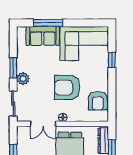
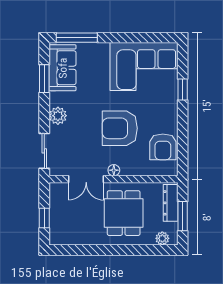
window: (48, 23) -> (77, 38), moved
sofa: (43, 36) -> (63, 68), moved, turned -90
window: (13, 68) -> (44, 79), moved

